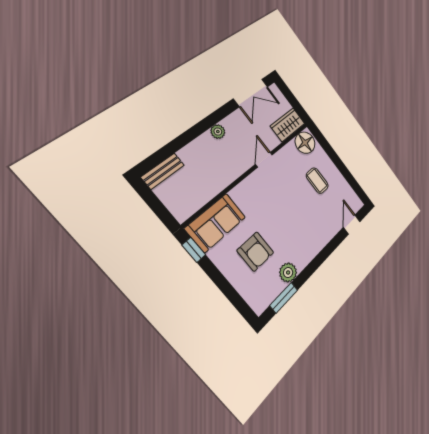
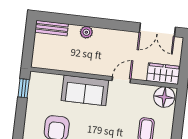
plant: (218, 132) -> (86, 32), moved
sofa: (216, 223) -> (85, 90), moved

